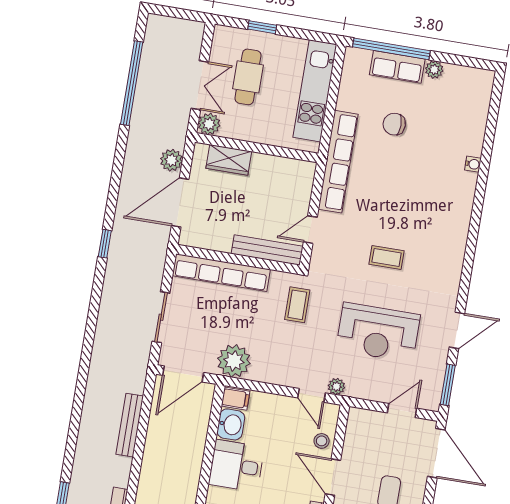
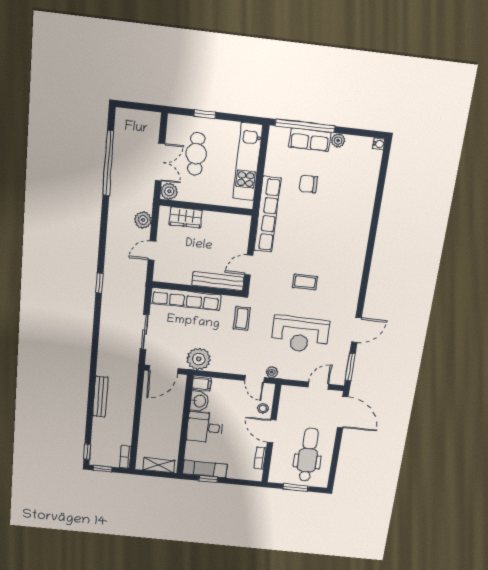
water cooler: (473, 164) -> (379, 144), moved
door: (180, 202) -> (152, 251), width x0.53
bench: (130, 425) -> (100, 397), moved

